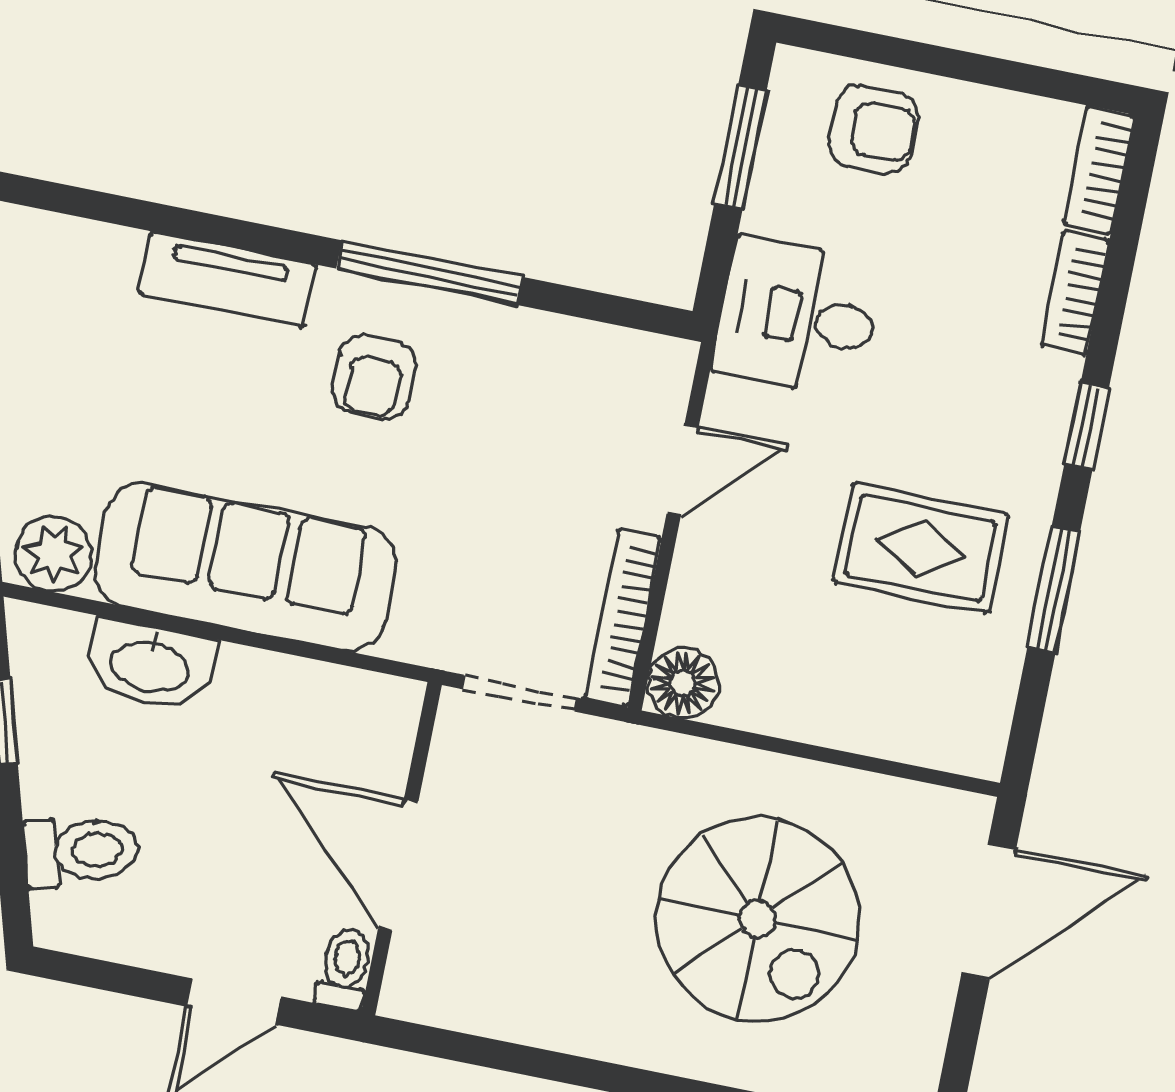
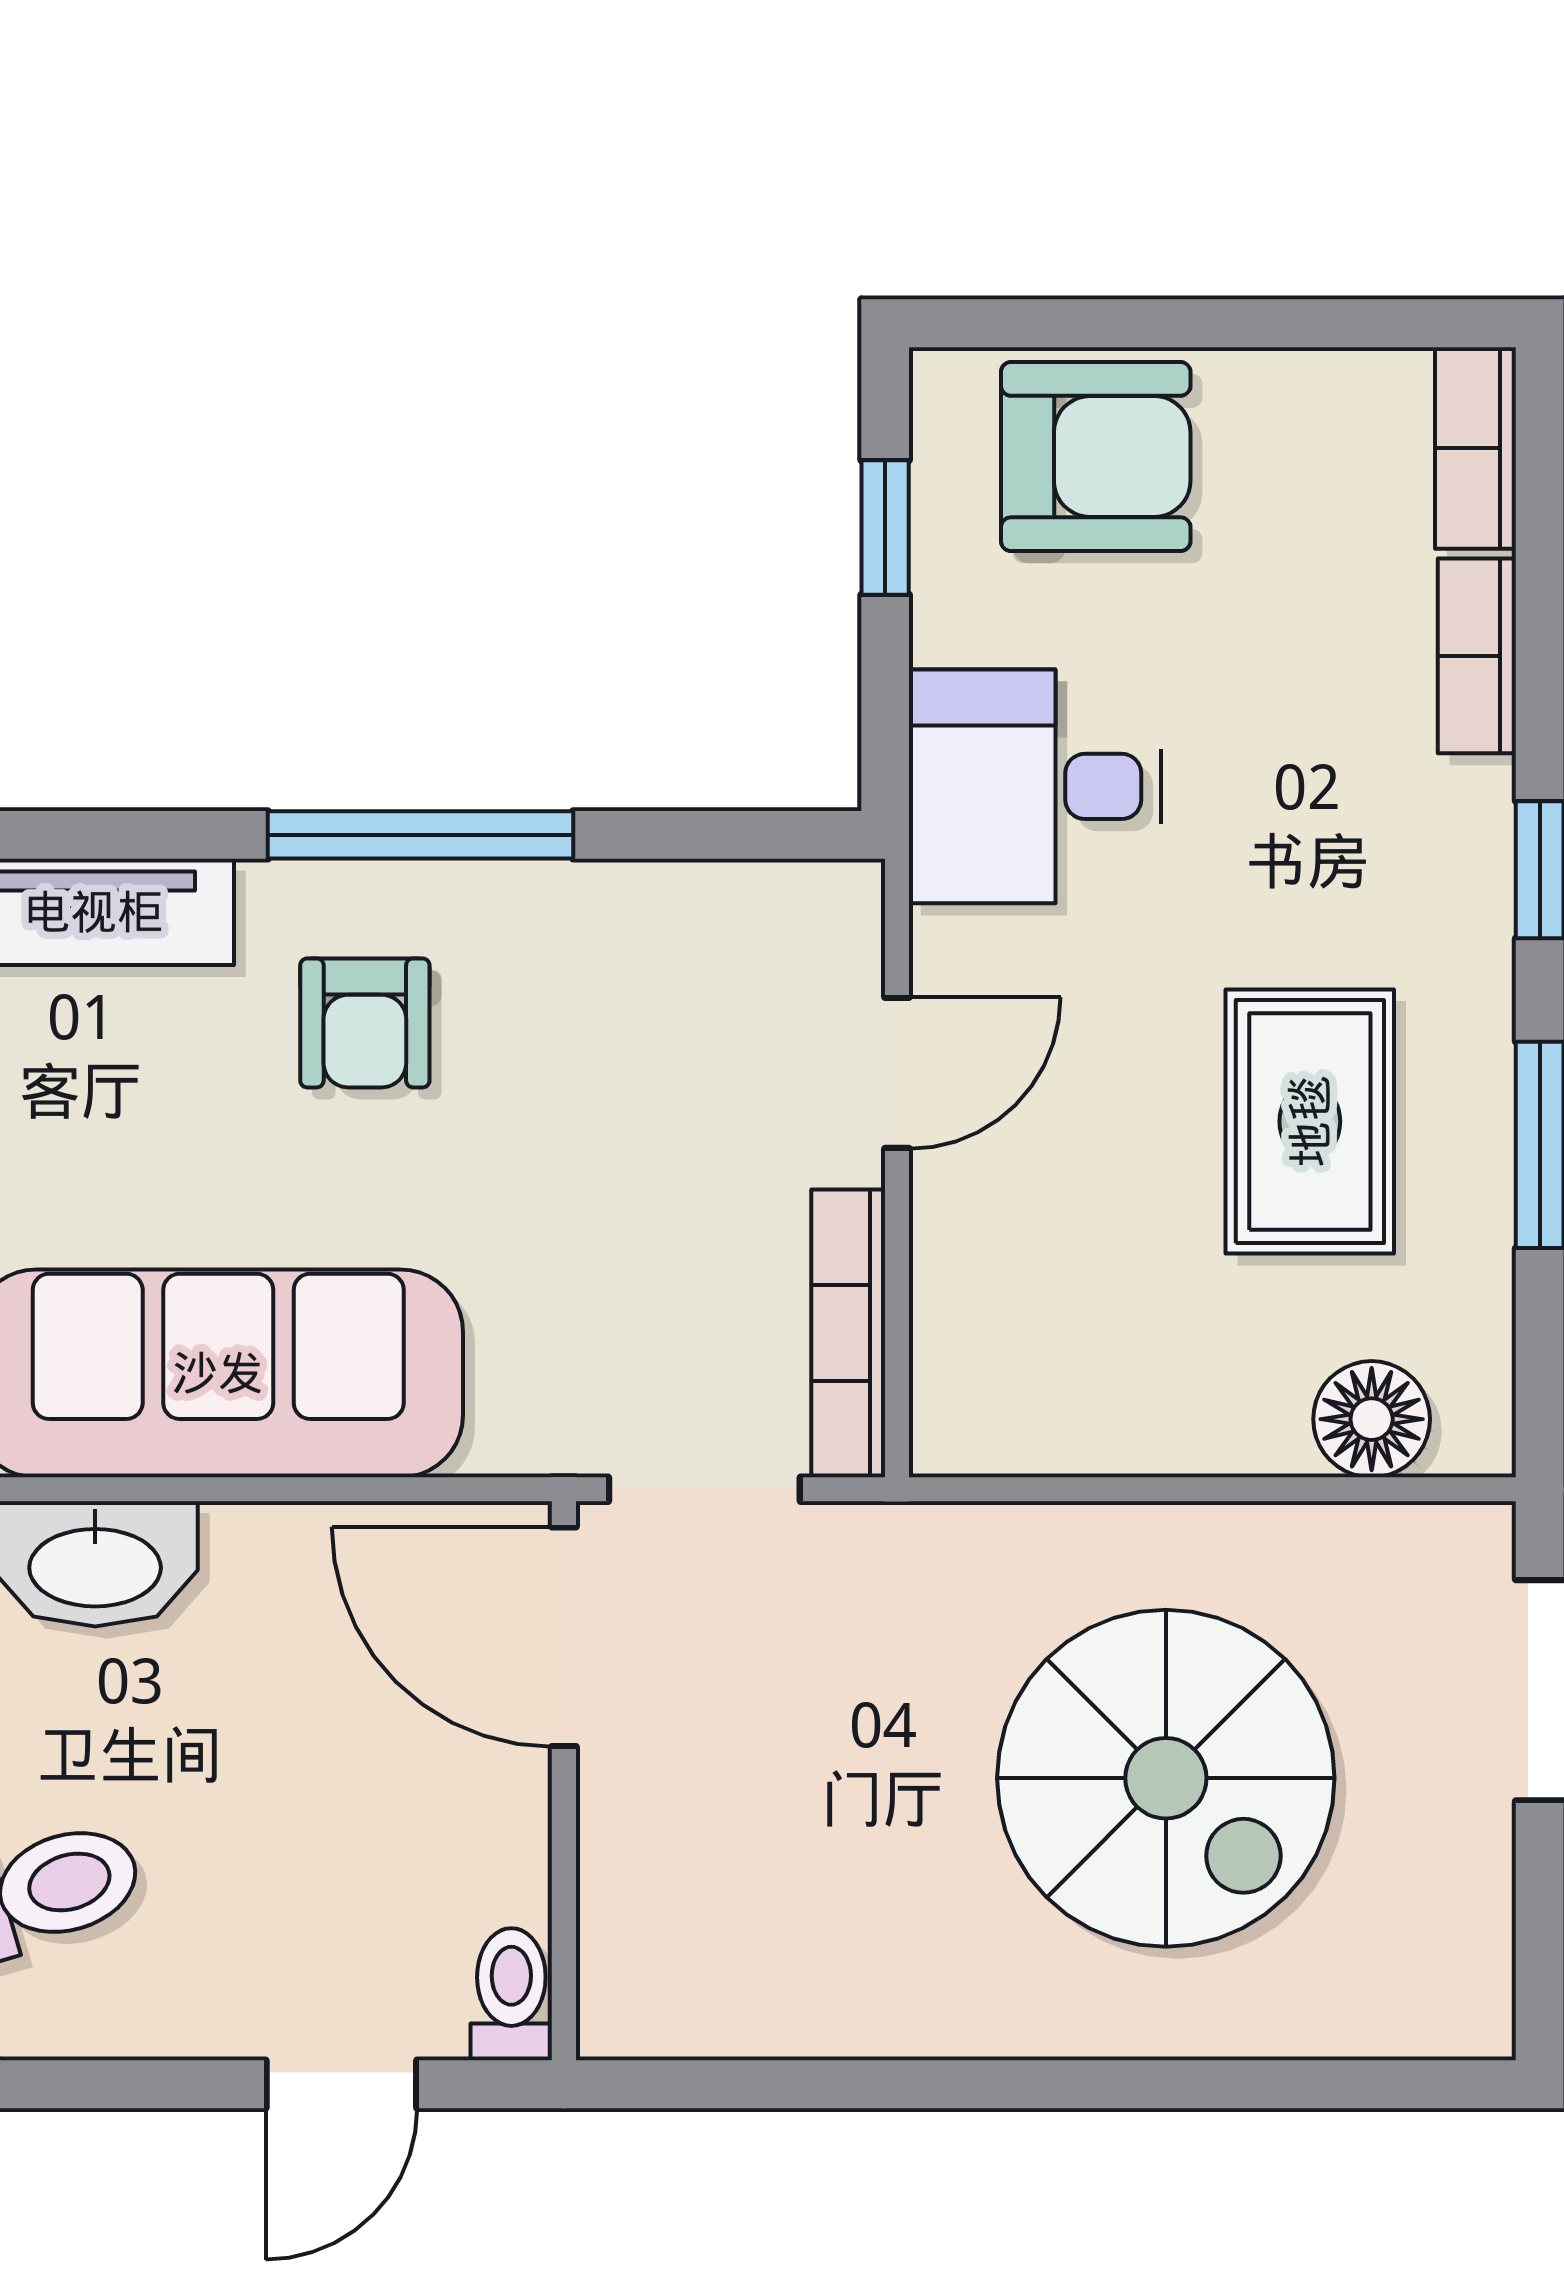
armchair: (873, 130) -> (1096, 457), width x1.38, depth x1.38
window: (741, 146) -> (885, 527), width x0.67
rug: (921, 548) -> (1310, 1121), turned 90
floor lamp: (683, 683) -> (1372, 1419), moved
door: (398, 865) -> (564, 1637), moved

